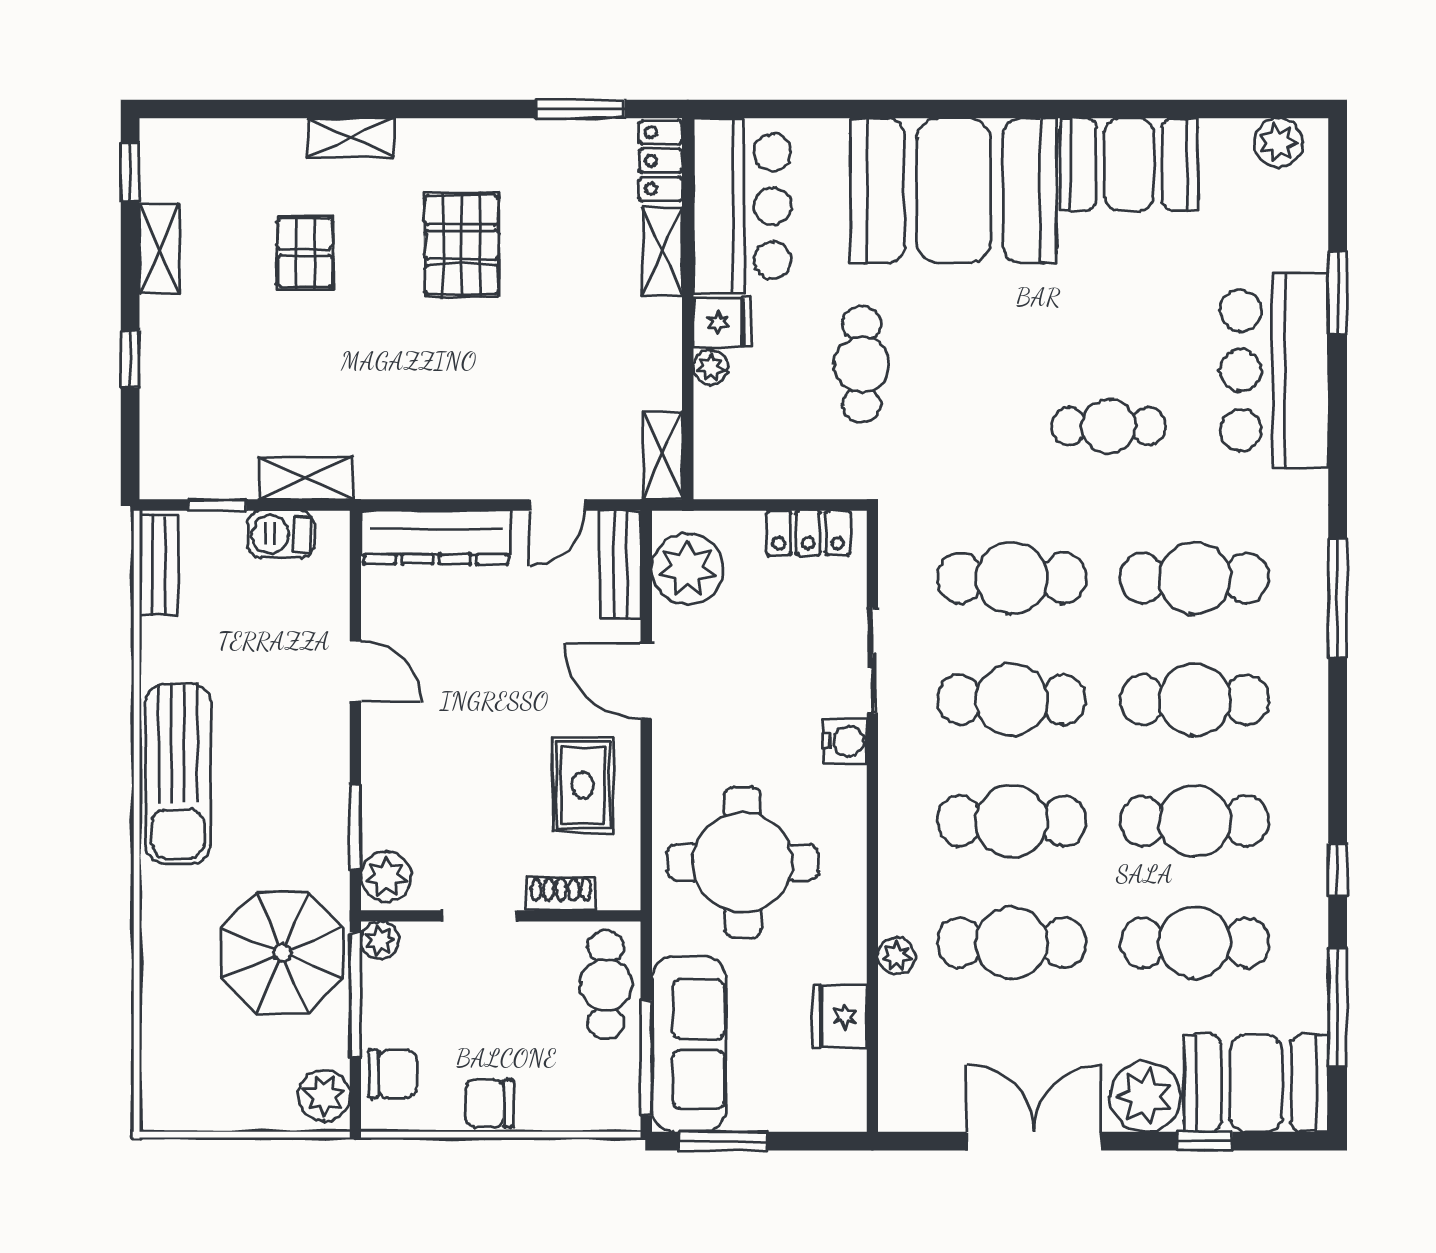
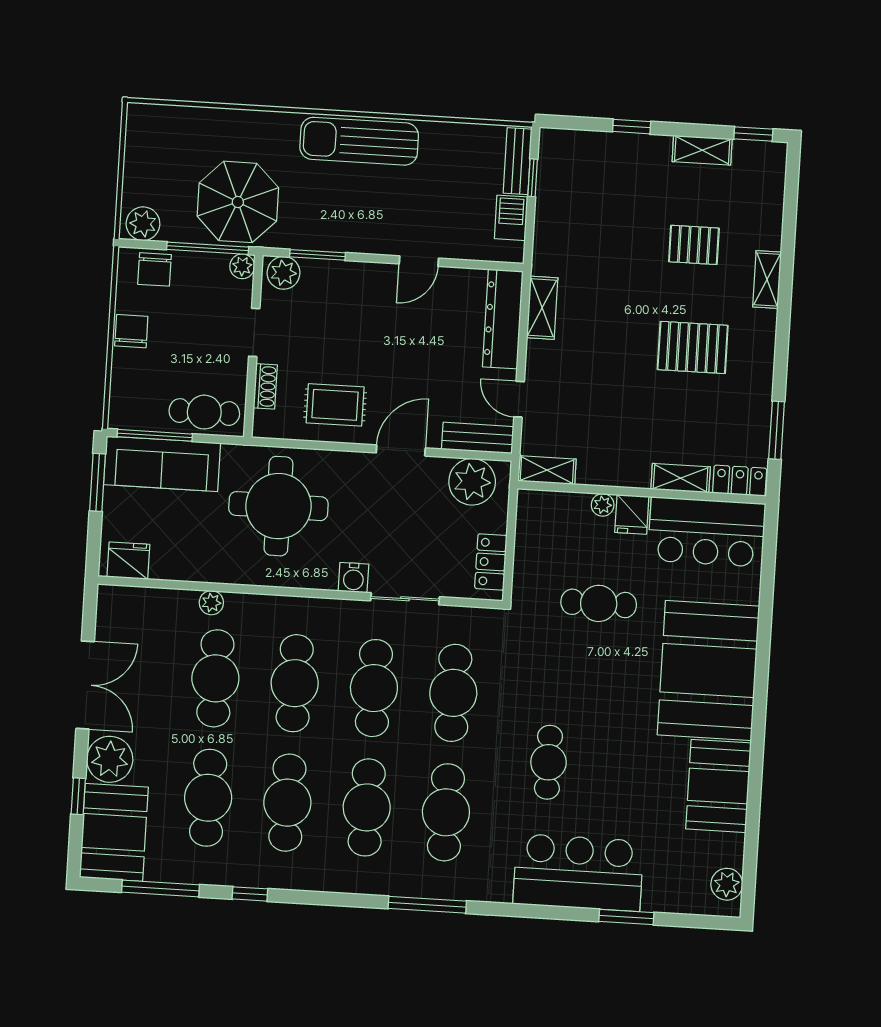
shelving: (306, 478) -> (542, 308), moved
bench: (159, 565) -> (518, 161), moved, turned 90
fridge: (840, 1017) -> (128, 561), moved

